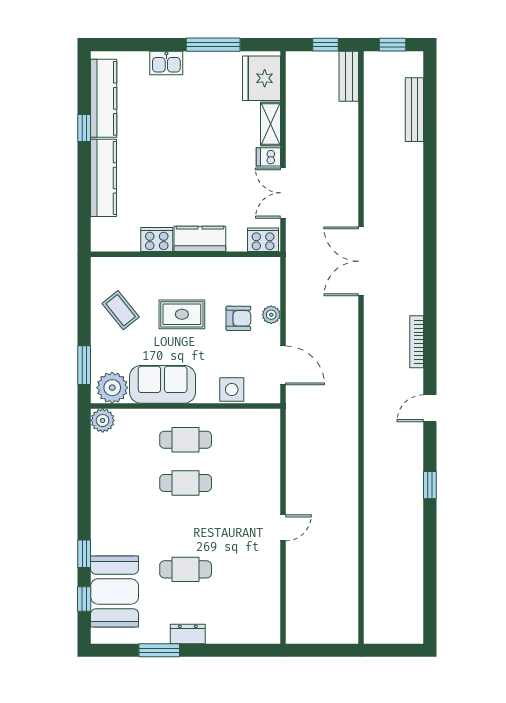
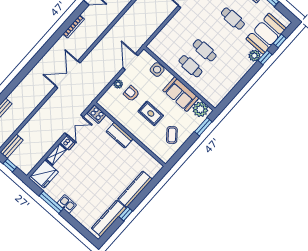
kitchen sink: (166, 63) -> (67, 204), moved
cooker: (157, 240) -> (136, 149), removed
double door: (361, 261) -> (68, 74), swing flipped
plant: (103, 420) -> (254, 56), moved

